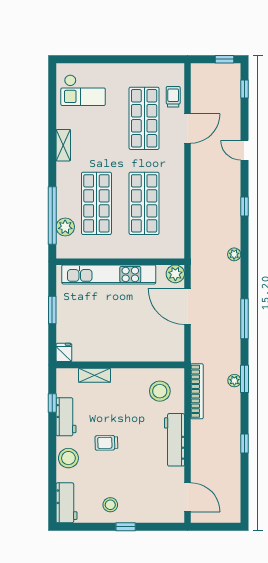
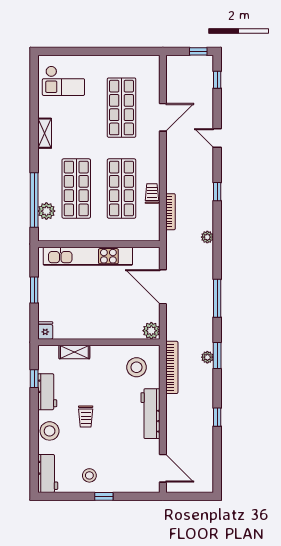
trolley: (173, 97) -> (152, 194), moved
bookcase: (196, 228) -> (170, 212), added
plant: (175, 274) -> (151, 331), moved
trolley: (106, 443) -> (86, 416), turned -89

